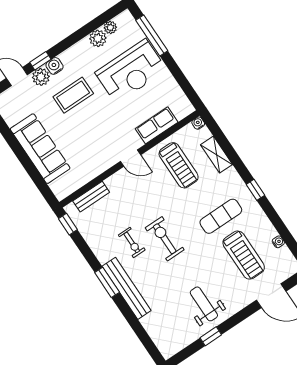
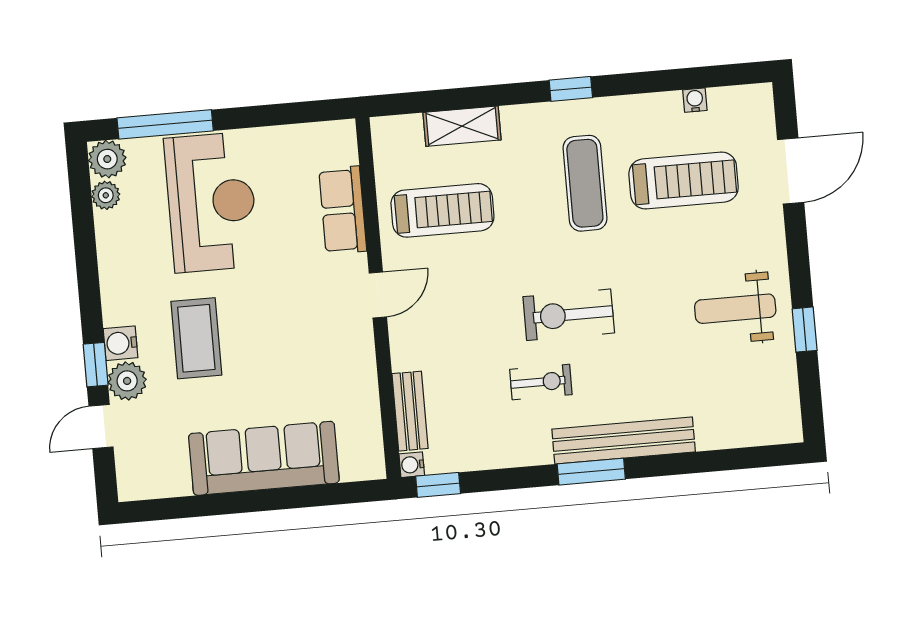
plant: (98, 38) -> (107, 159), moved
water cooler: (198, 123) -> (412, 465), moved

